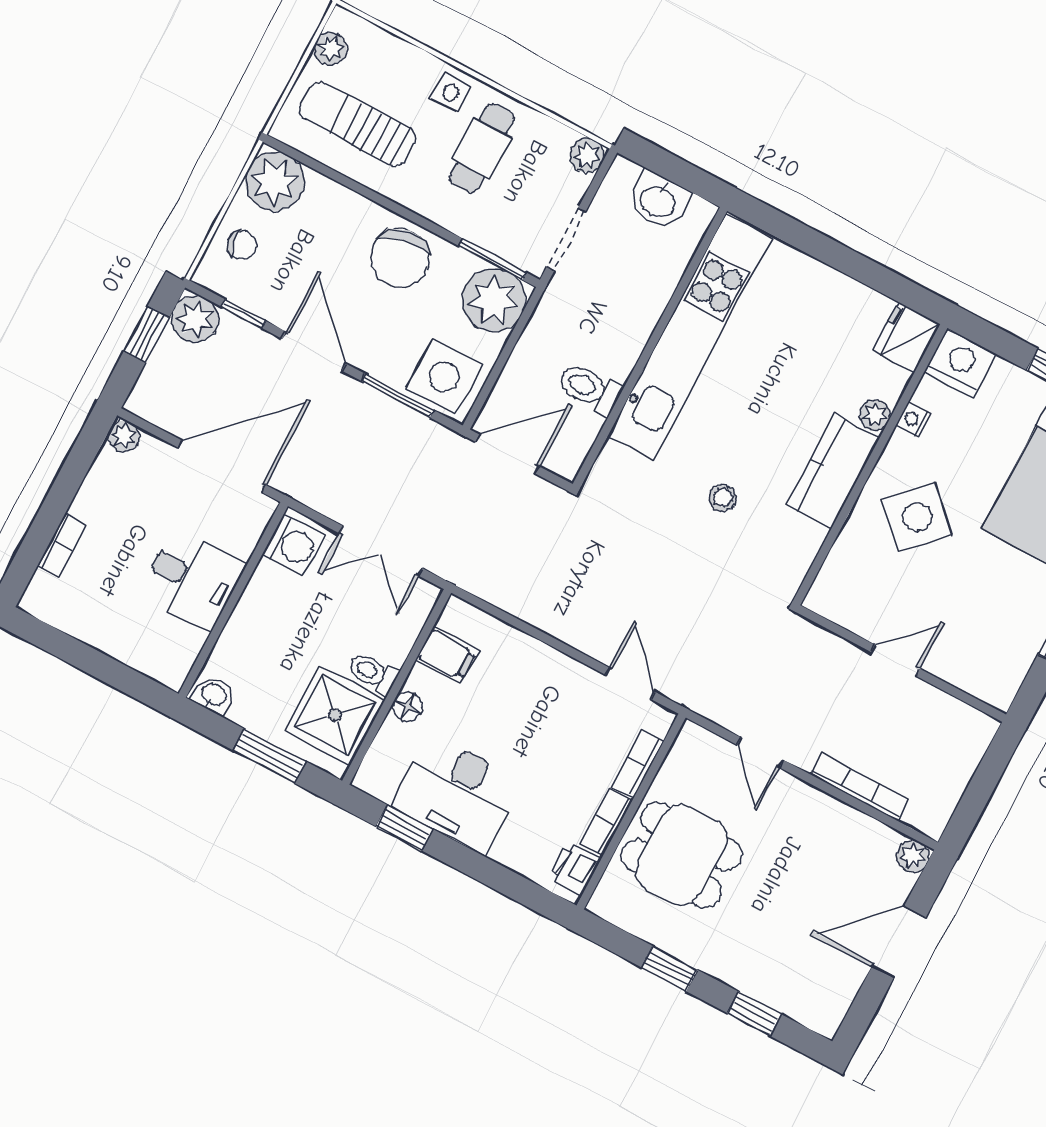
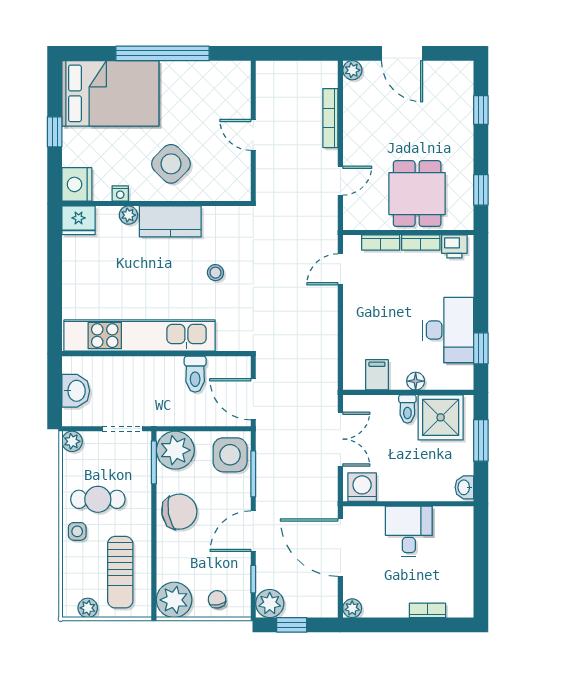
window: (669, 969) -> (481, 190), moved

